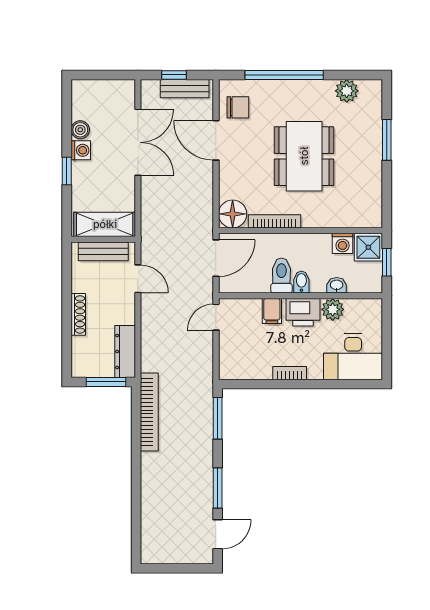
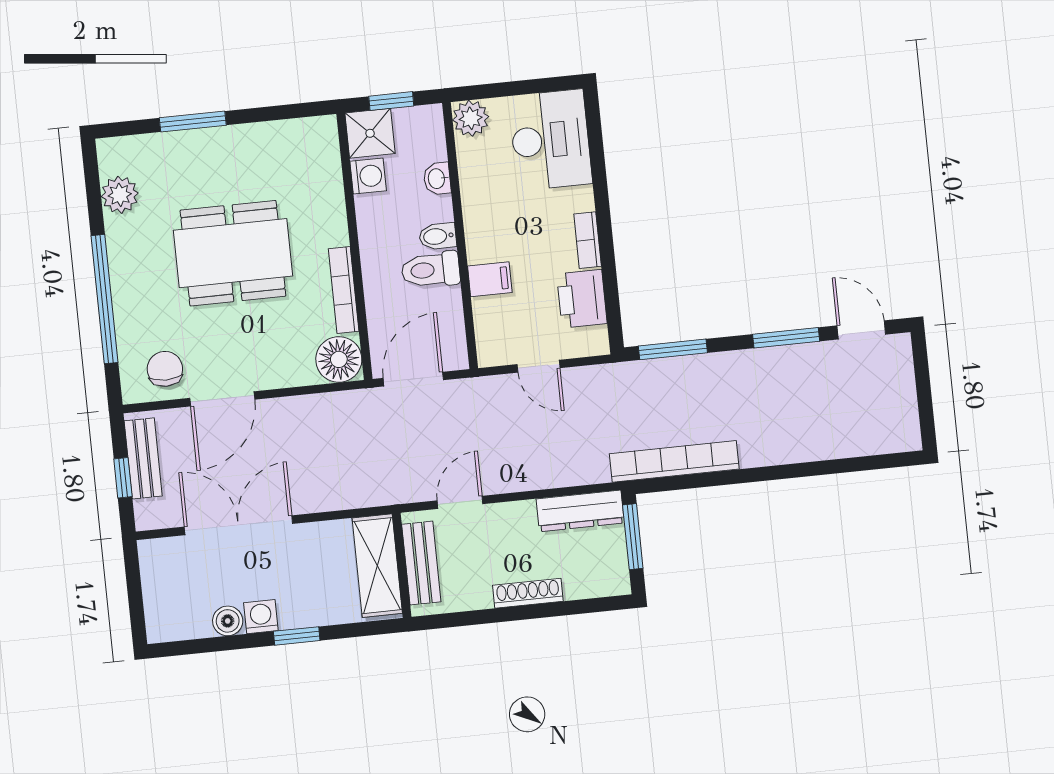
door: (216, 258) -> (413, 379), hinge flipped
plant: (333, 309) -> (471, 118), moved
printer: (303, 312) -> (582, 299), moved, turned 180
door: (216, 317) -> (539, 366), moved

